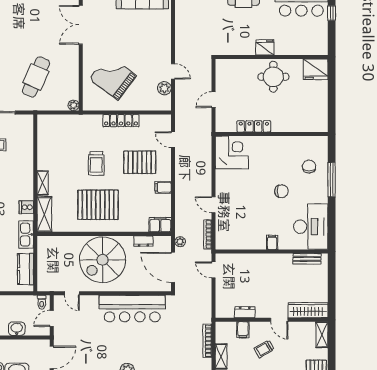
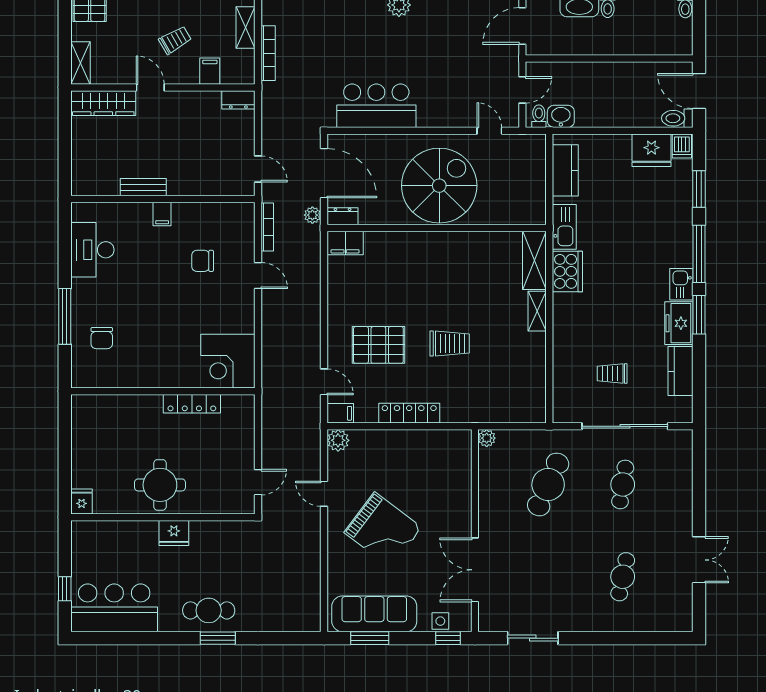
double door: (81, 25) -> (475, 570), swing flipped
fridge: (316, 69) -> (82, 501), width x0.53, depth x0.75
grand piano: (113, 77) -> (383, 530), moved
plant: (164, 88) -> (338, 440), moved
door: (213, 100) -> (258, 482), moved
trolley: (96, 163) -> (450, 343), turned 90
filing cabinet: (163, 187) -> (340, 413), moved
chair: (281, 191) -> (203, 261), moved
pallet: (98, 205) -> (447, 275), removed
cooker: (26, 207) -> (567, 271), width x1.87, depth x1.31
desk: (311, 227) -> (92, 250), width x0.73, depth x0.77
dresser: (143, 241) -> (343, 216), moved
bench: (307, 259) -> (143, 187), moved
bar counter: (132, 309) -> (376, 106), width x0.73
dresser: (245, 312) -> (238, 100), moved
washbasin: (17, 329) -> (561, 116), moved, turned 180

